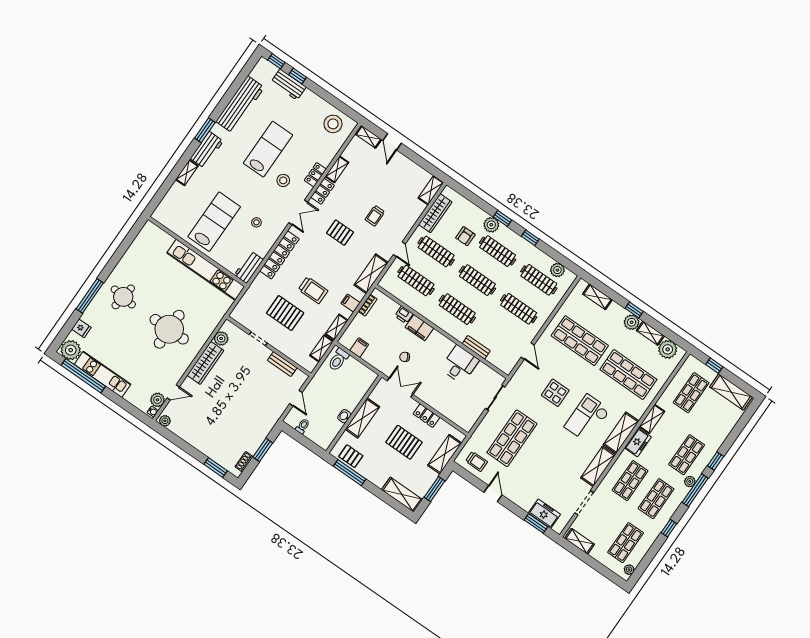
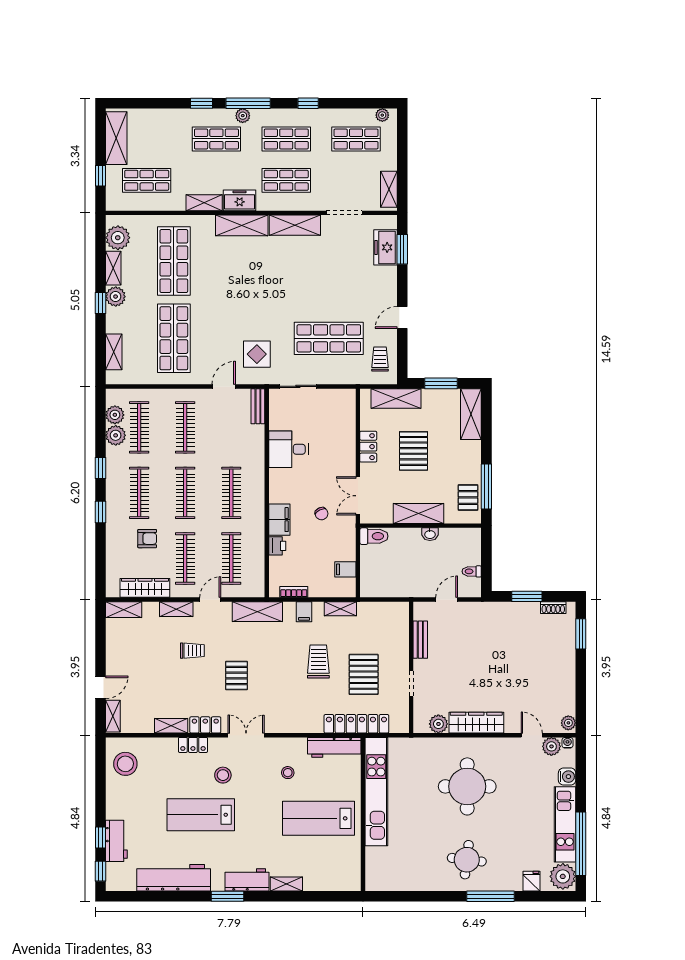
plant: (491, 225) -> (116, 435), moved
locker: (279, 255) -> (356, 724), moved
workbench: (249, 267) -> (334, 747), width x1.37
bench: (476, 347) -> (258, 406), moved
shelving: (322, 348) -> (176, 609), moved
toilet: (338, 360) -> (374, 536), moved
display table: (555, 393) -> (257, 354), moved
water cooler: (132, 396) -> (567, 777), added
checkout: (587, 418) -> (251, 273), removed

